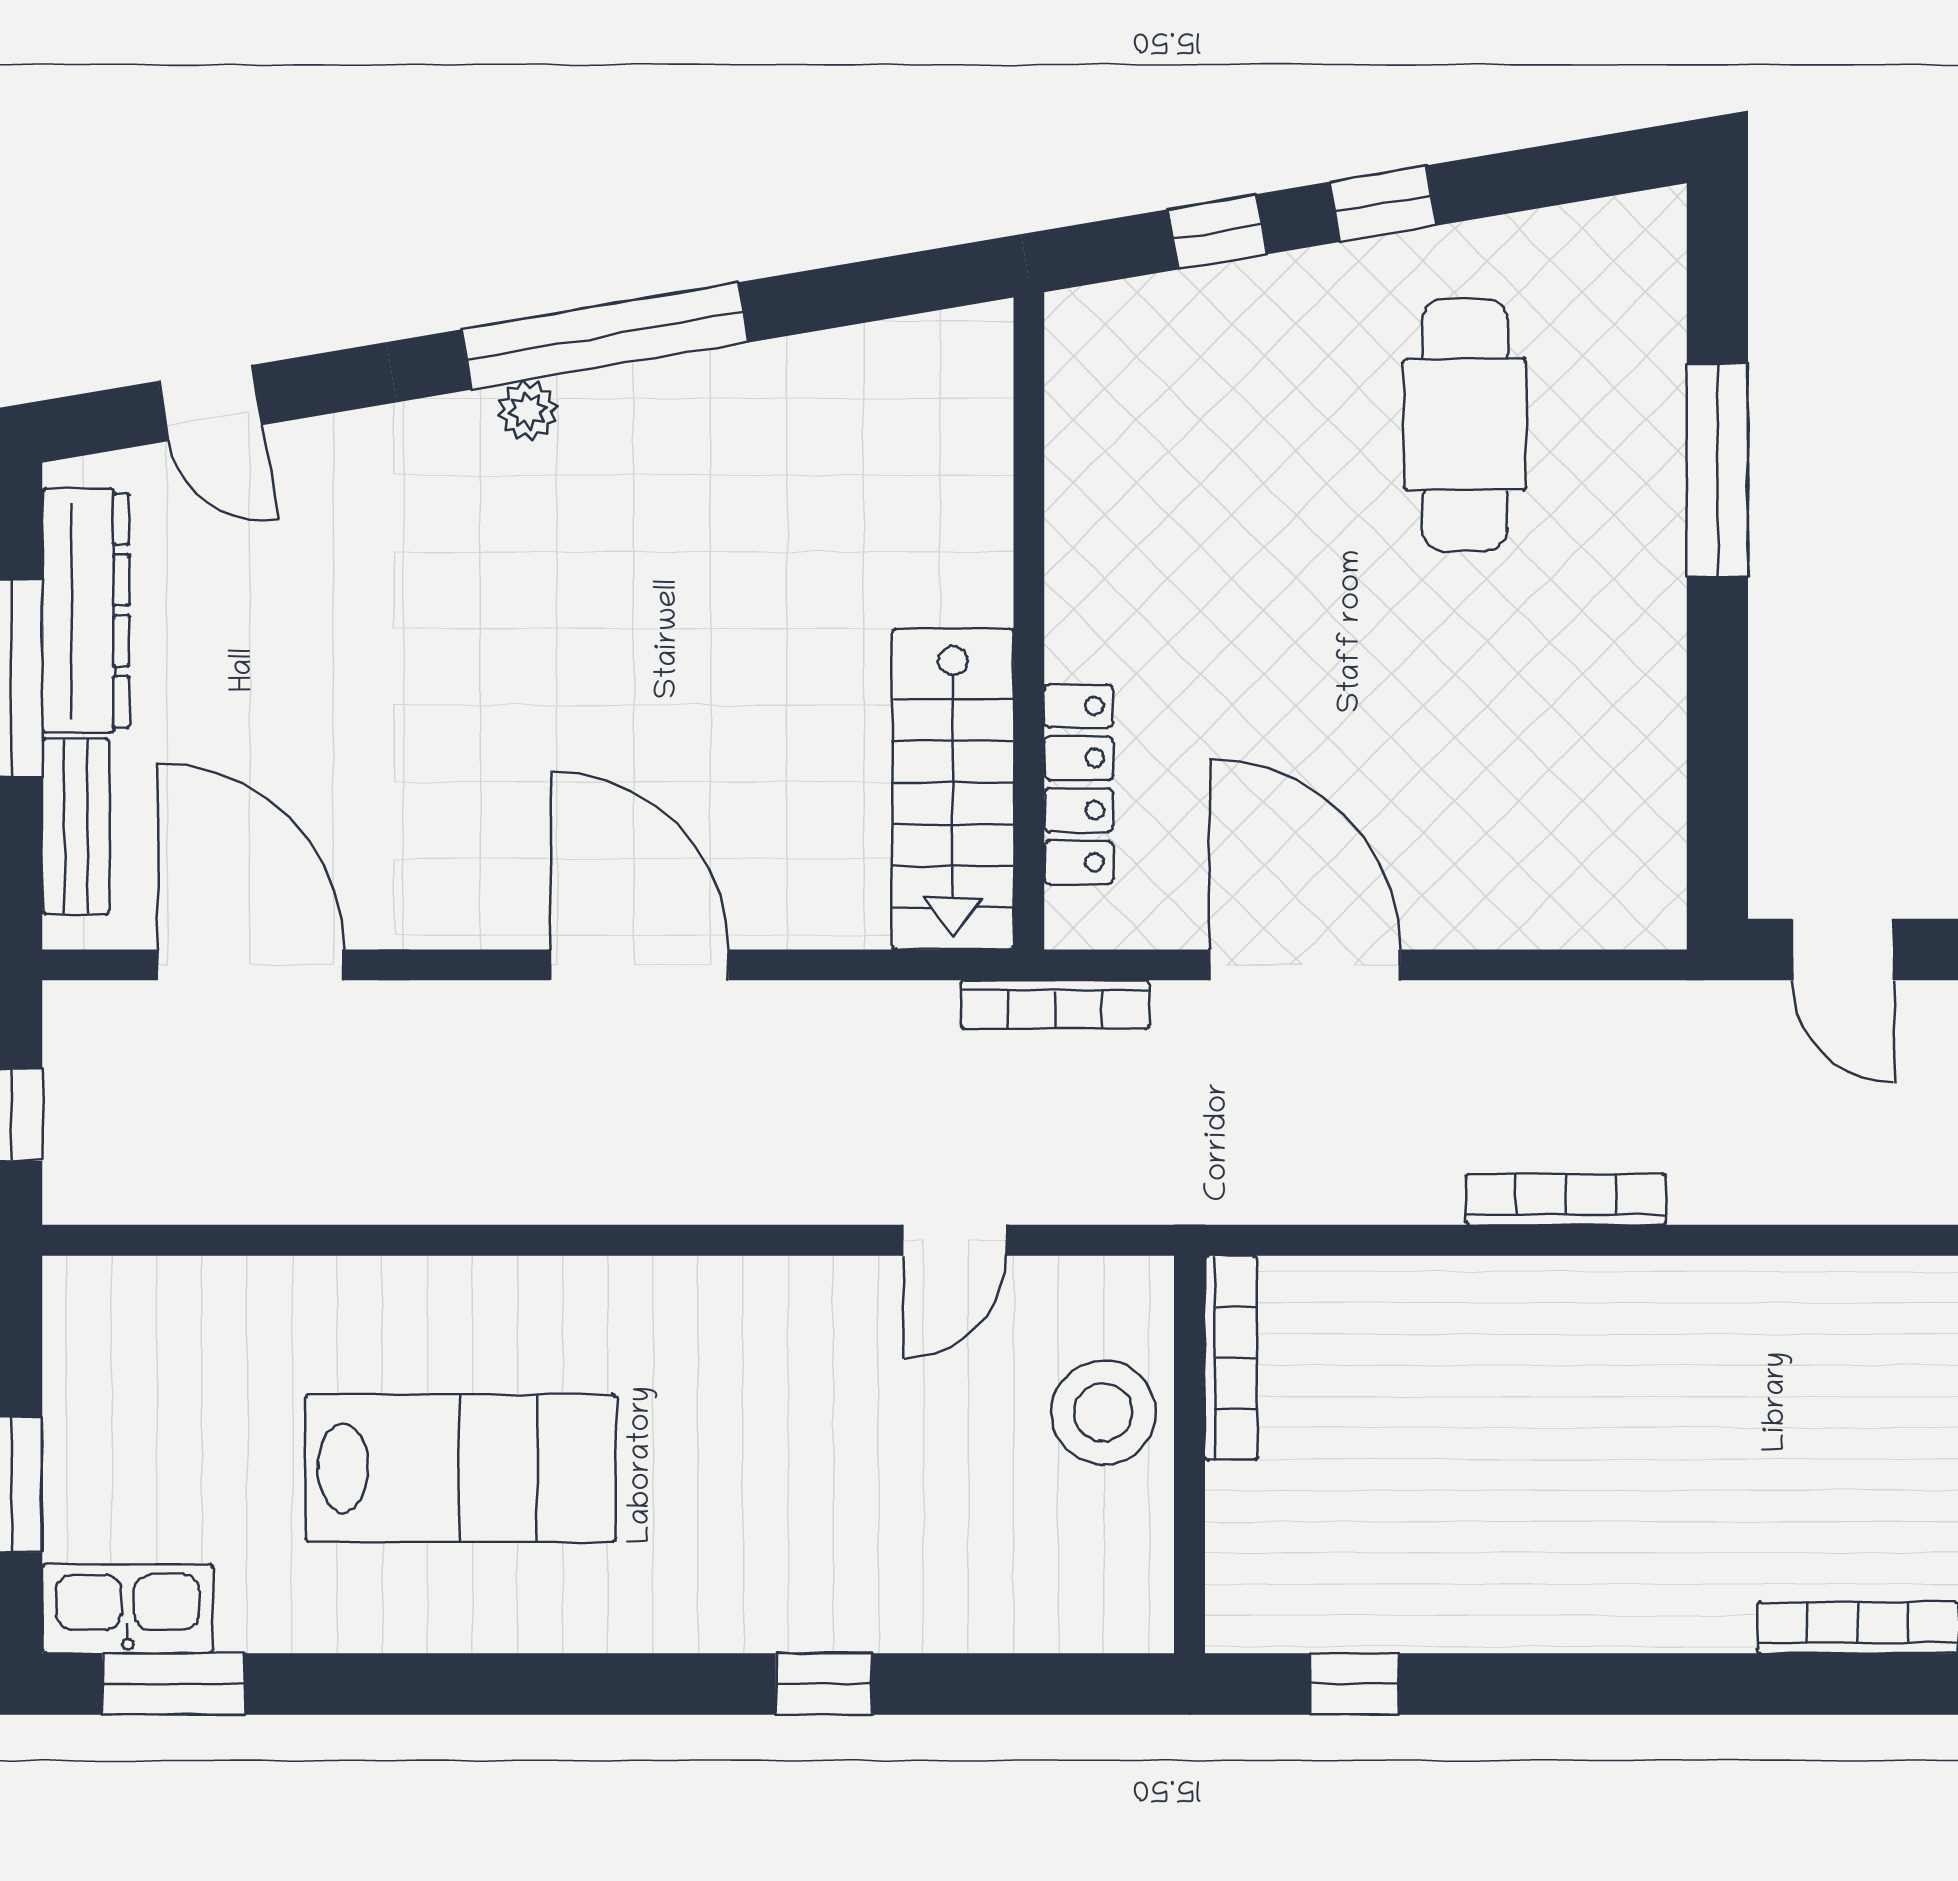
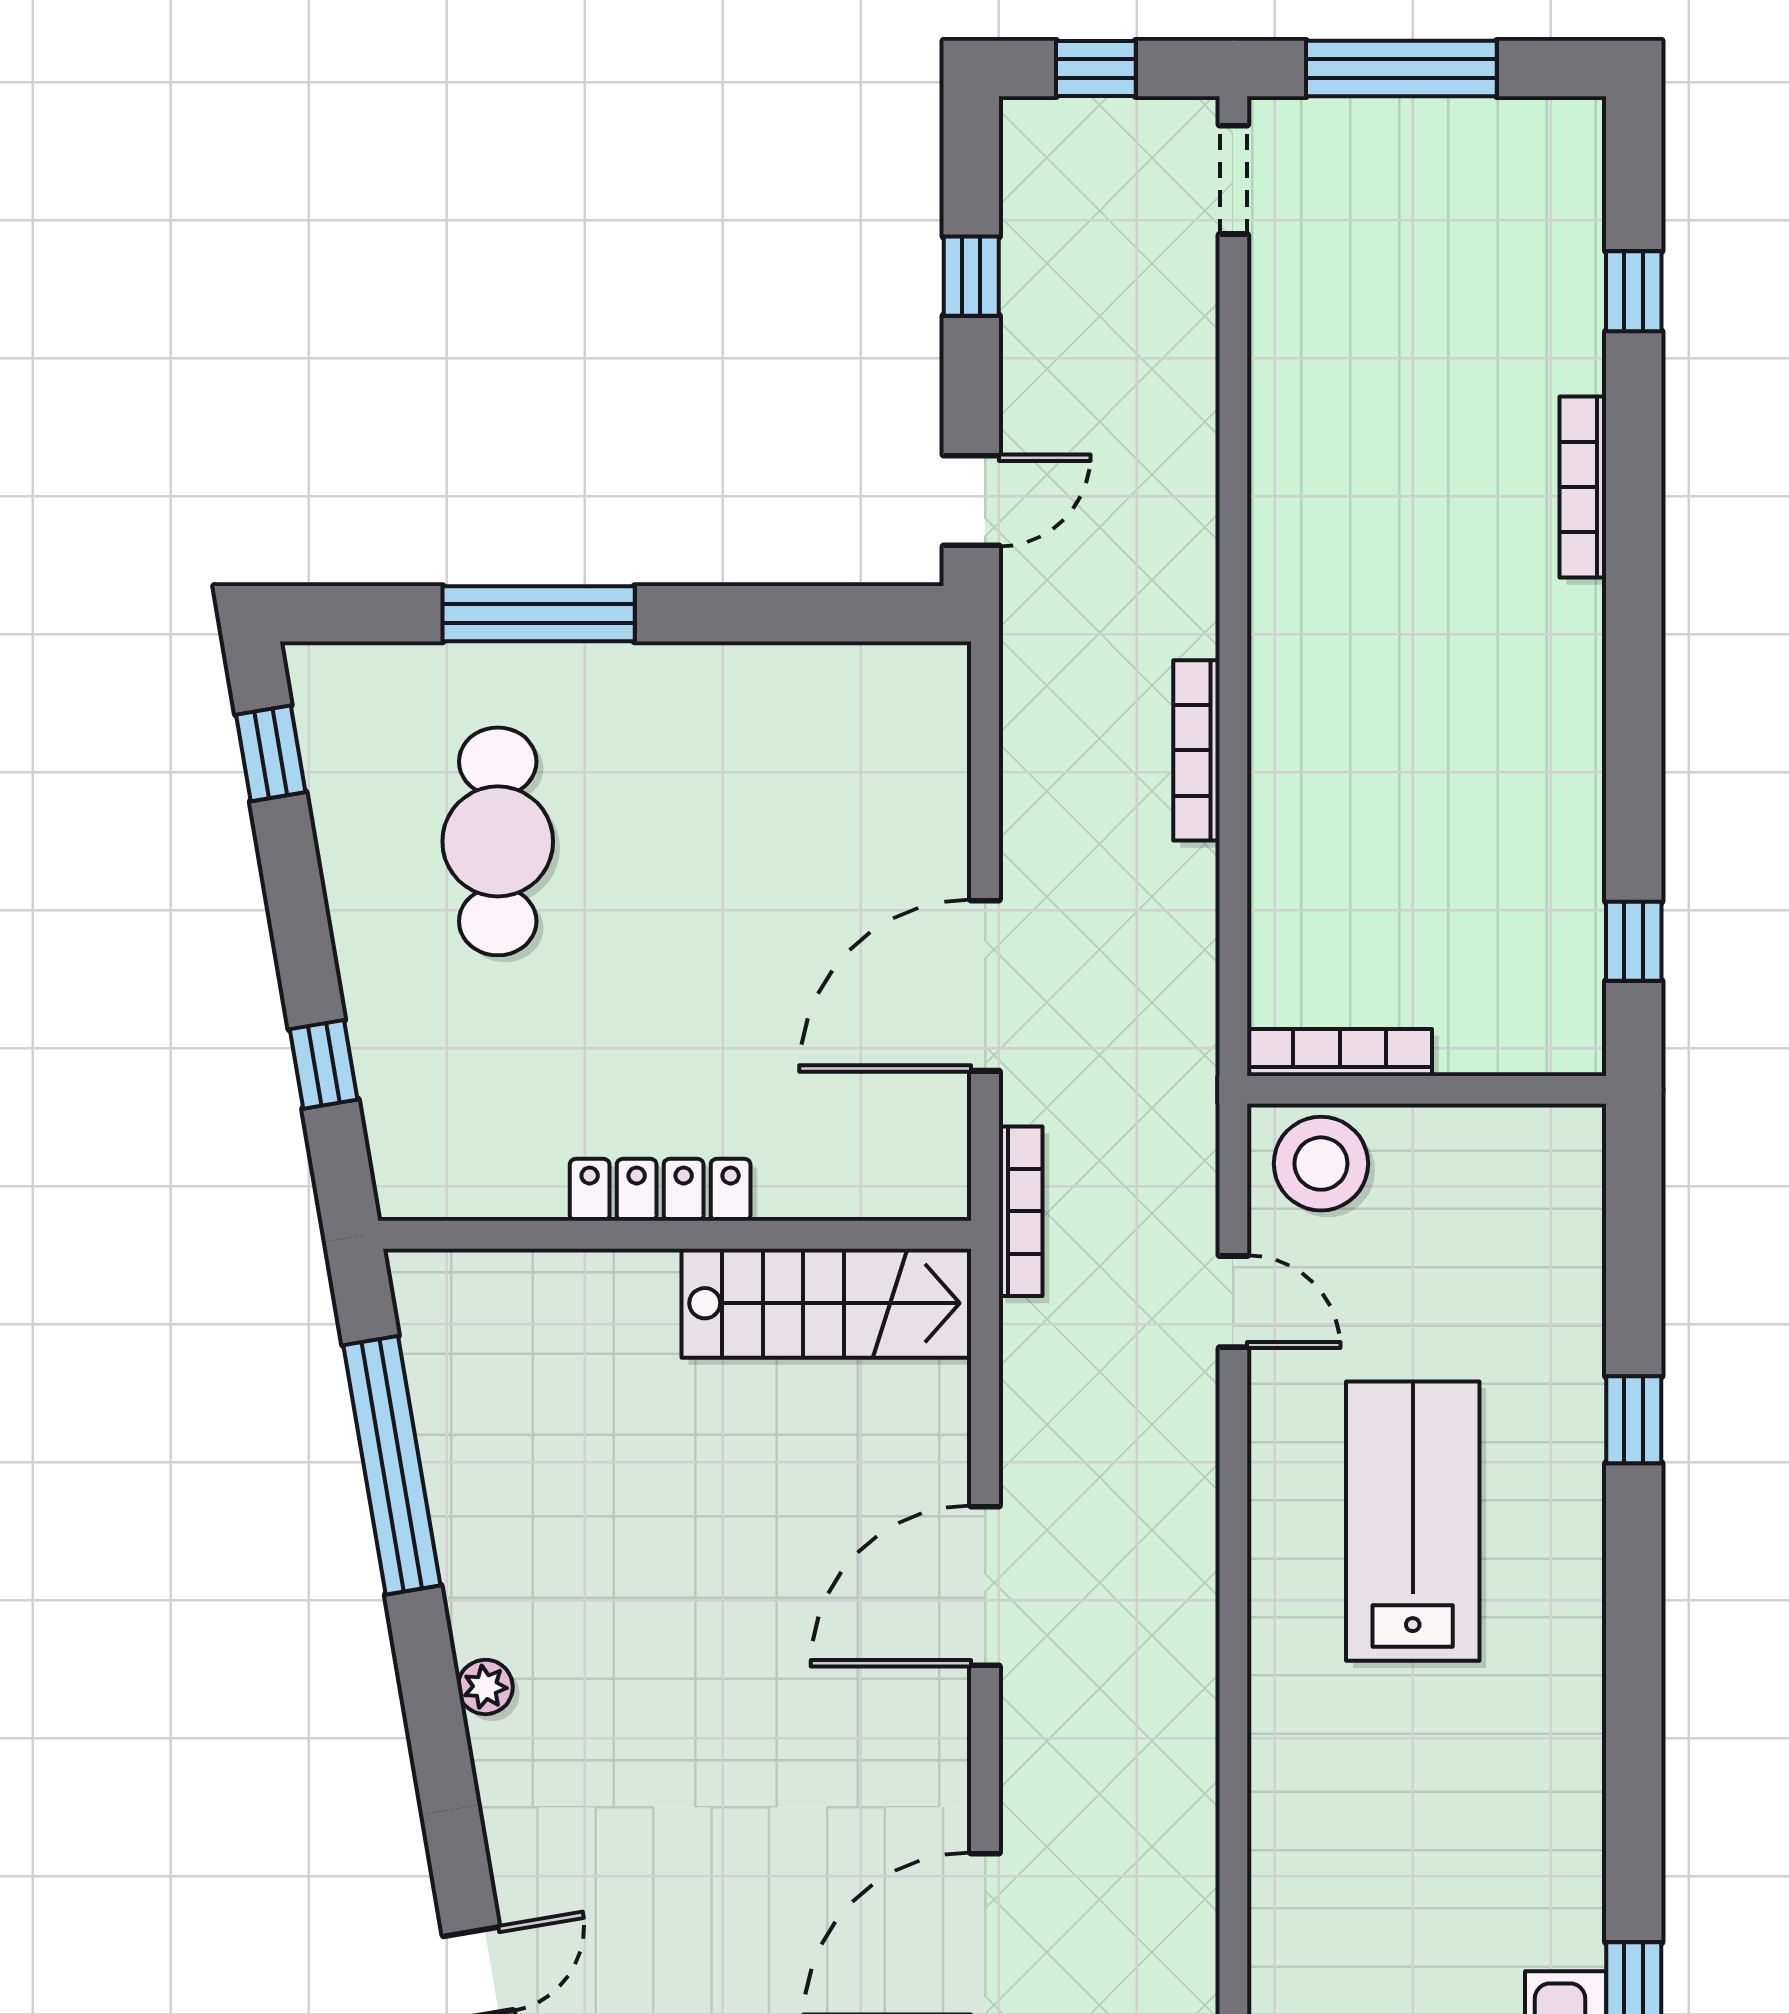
window: (1383, 204) -> (271, 753), moved
window: (605, 336) -> (392, 1465), moved
cafe table: (1465, 425) -> (498, 841), turned 90
locker: (1079, 784) -> (660, 1190), moved
stool: (1103, 1412) -> (1321, 1164), moved
lab bench: (461, 1468) -> (1413, 1521), moved

